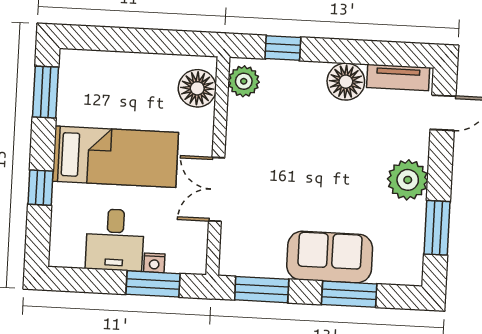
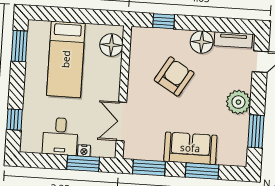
plant: (244, 81) -> (140, 41), removed
armchair: (301, 139) -> (174, 76), added
bed: (115, 157) -> (66, 59), moved, turned 90
window: (40, 188) -> (15, 120), moved
double door: (217, 189) -> (121, 121), moved

